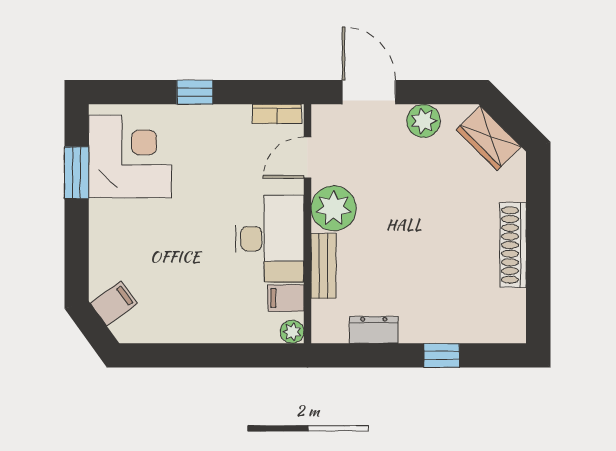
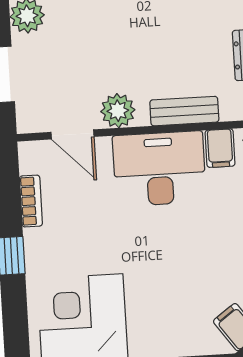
bookcase: (277, 114) -> (31, 201), moved
plant: (334, 208) -> (118, 111), width x0.73, depth x0.73

